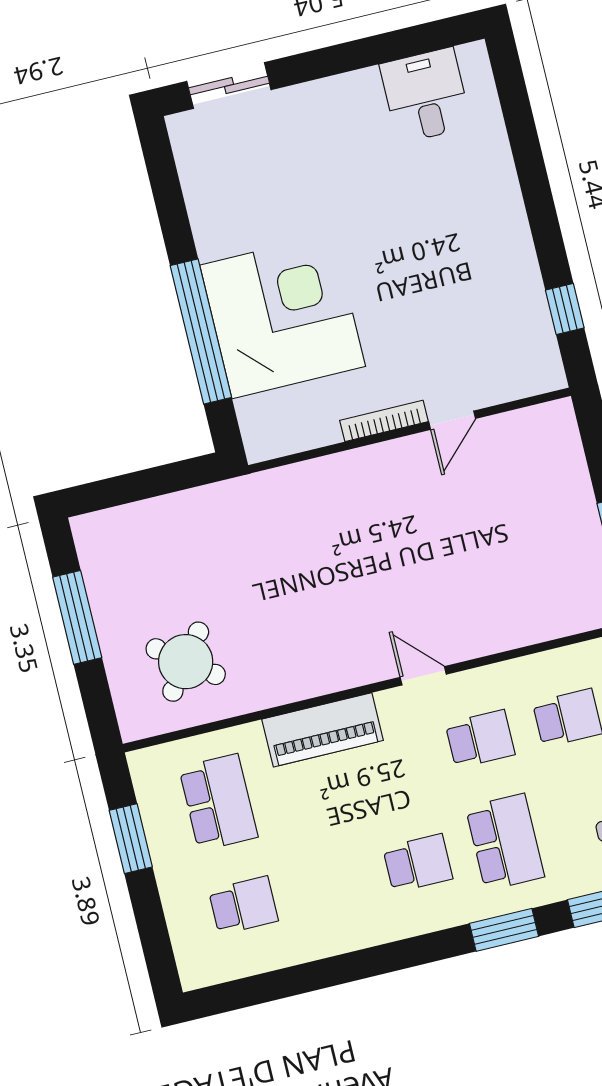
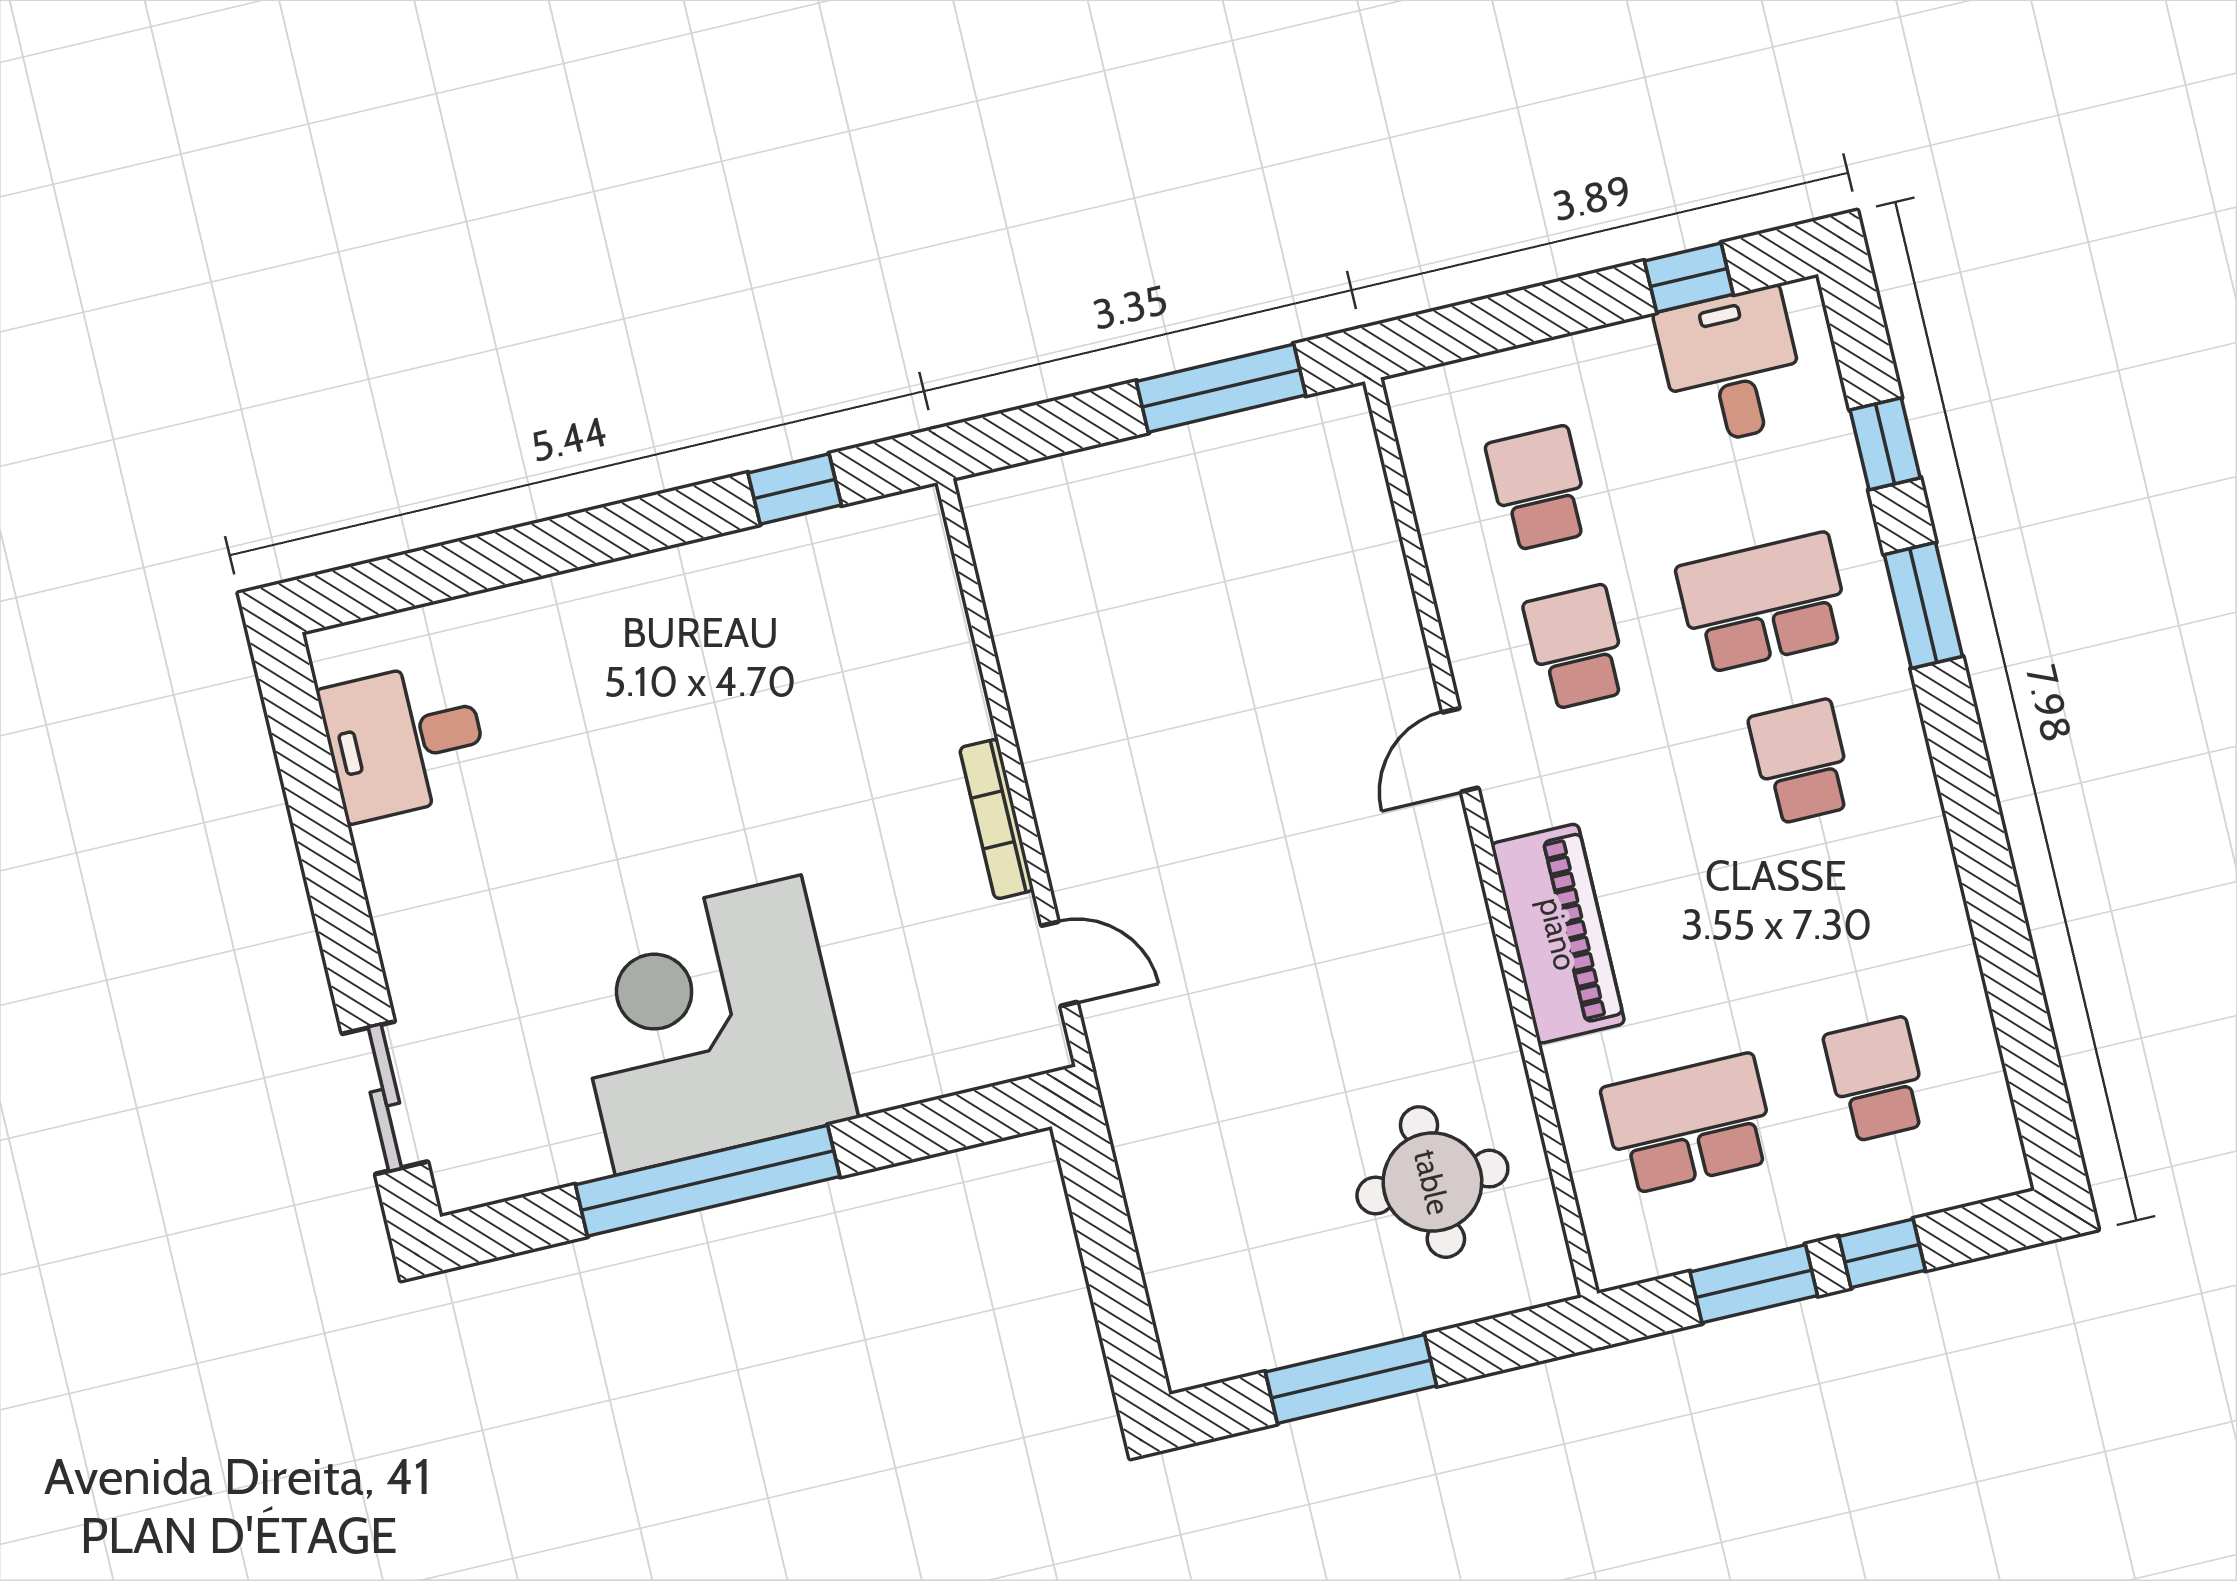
corner desk: (283, 316) -> (708, 1025), moved
window: (201, 331) -> (708, 1181), moved
door: (452, 420) -> (1059, 964), moved
round table: (186, 662) -> (1432, 1182), turned -37
window: (148, 909) -> (1882, 1253), added

